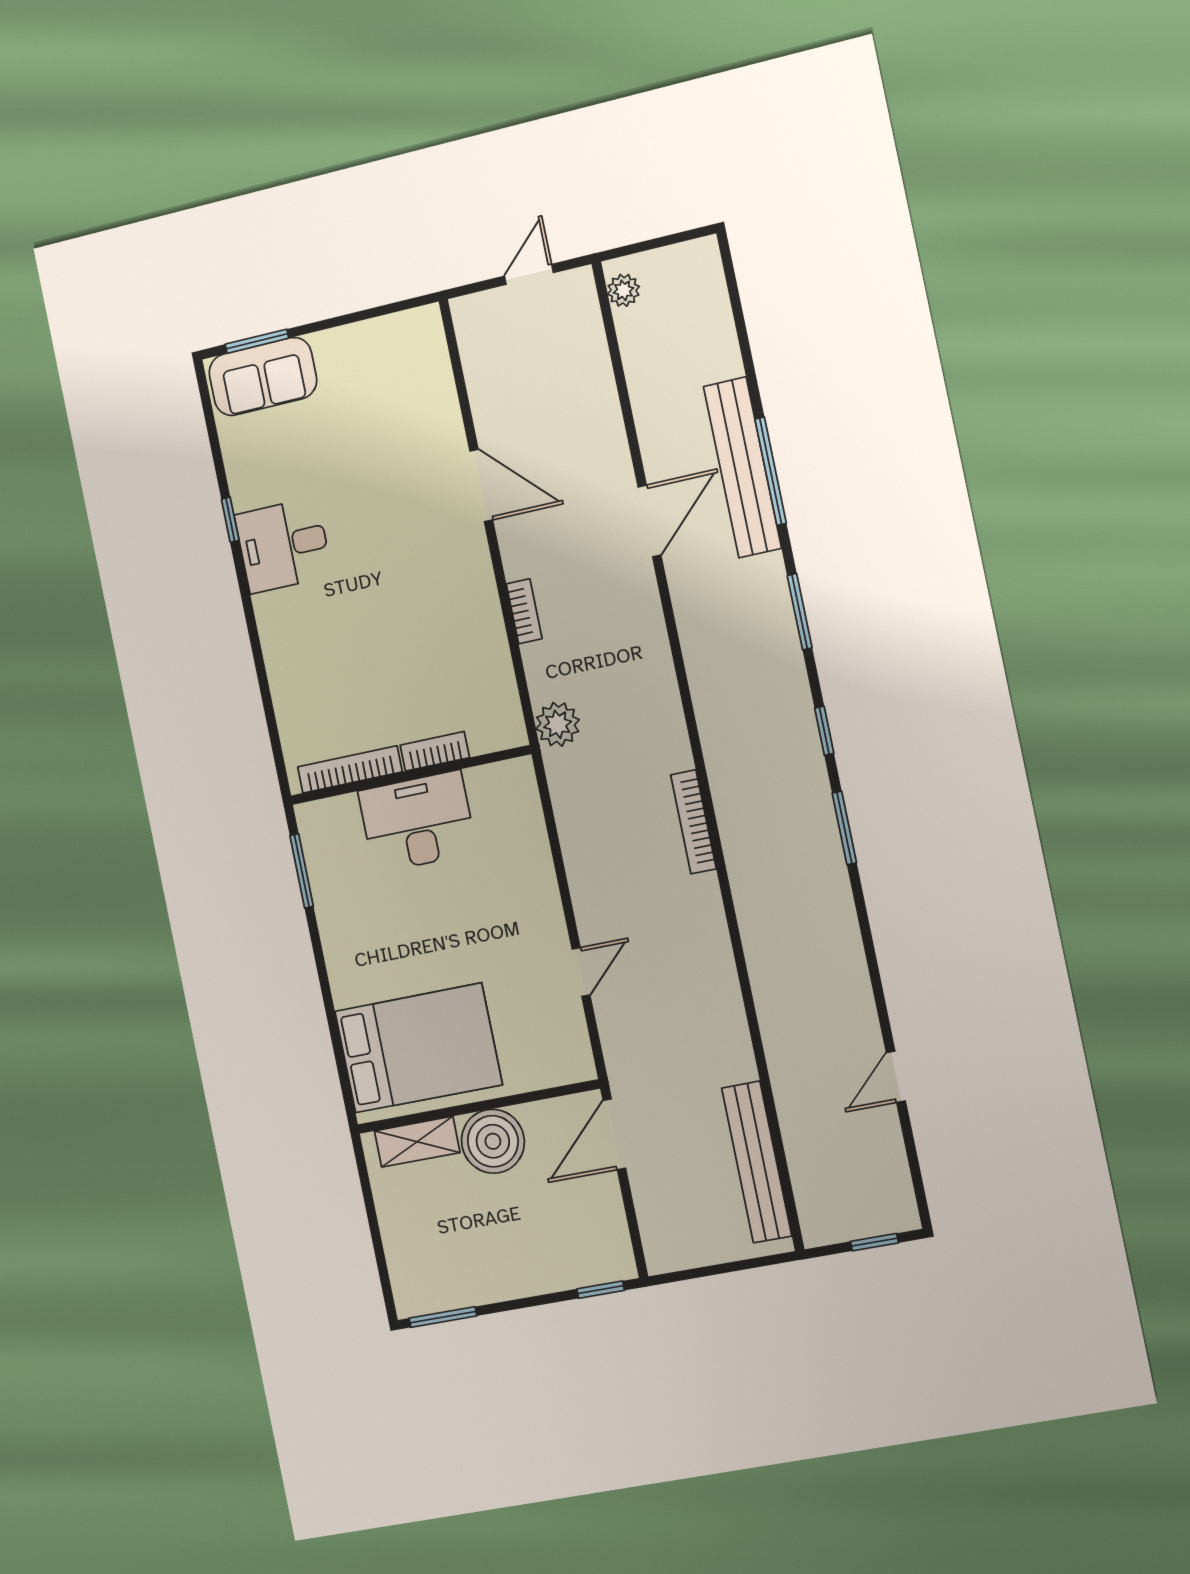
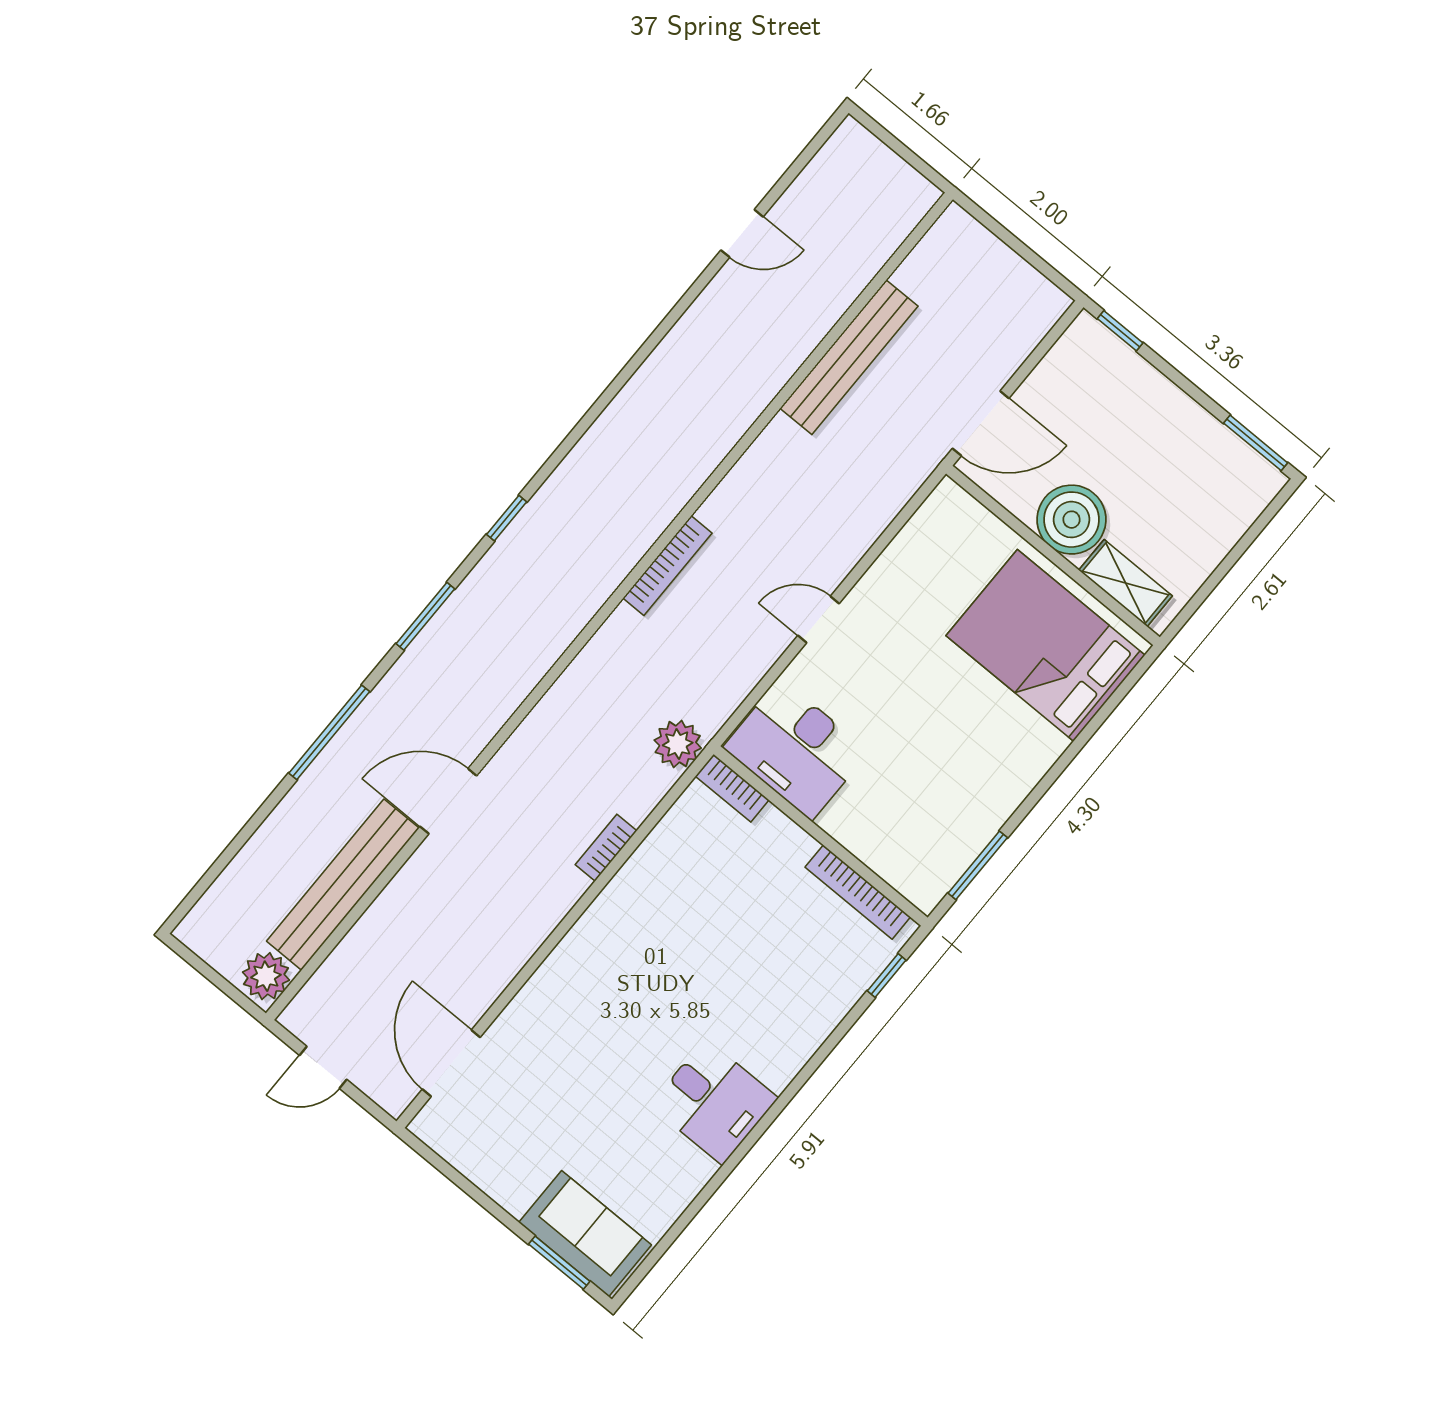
plant: (624, 290) -> (266, 976), width x1.38, depth x1.38
bench: (742, 467) -> (343, 885), moved
door: (481, 486) -> (451, 1063), moved
window: (230, 520) -> (887, 975), moved
bookcase: (435, 751) -> (732, 788), moved
desk: (417, 822) -> (796, 749), moved
window: (844, 828) -> (573, 438), removed
door: (581, 972) -> (818, 619), moved
bench: (757, 1162) -> (849, 357), moved
window: (874, 1242) -> (892, 142), removed

